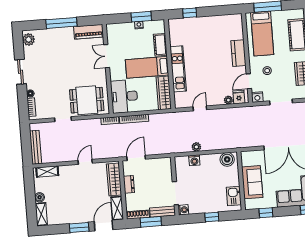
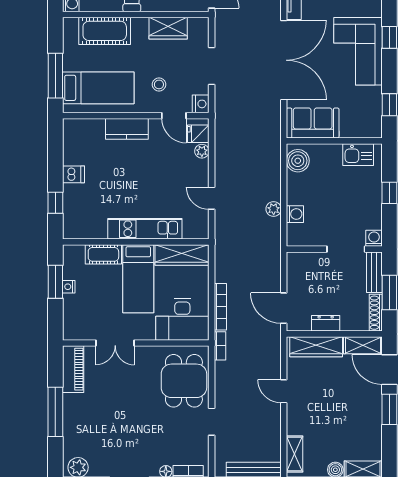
dishwasher: (208, 23) -> (74, 174), added
sofa: (252, 182) -> (313, 123), moved

